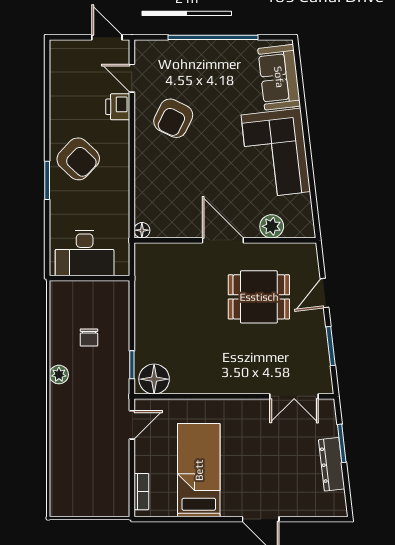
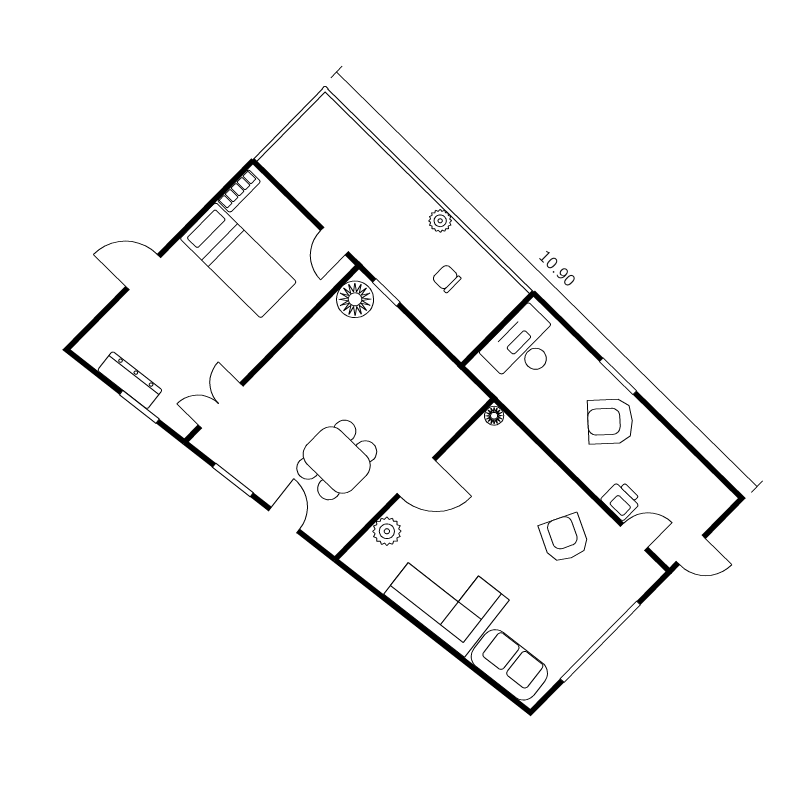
bookcase: (141, 492) -> (239, 191), moved, turned -90

